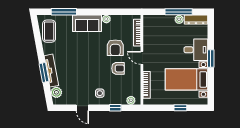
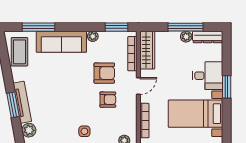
window: (125, 12) -> (116, 27), added
sofa: (87, 23) -> (61, 42), width x1.36
wardrobe: (149, 30) -> (147, 50), added
armchair: (115, 48) -> (104, 73), turned -90
door: (142, 58) -> (138, 86), swing flipped

